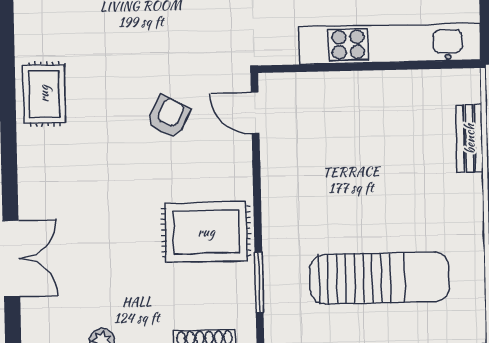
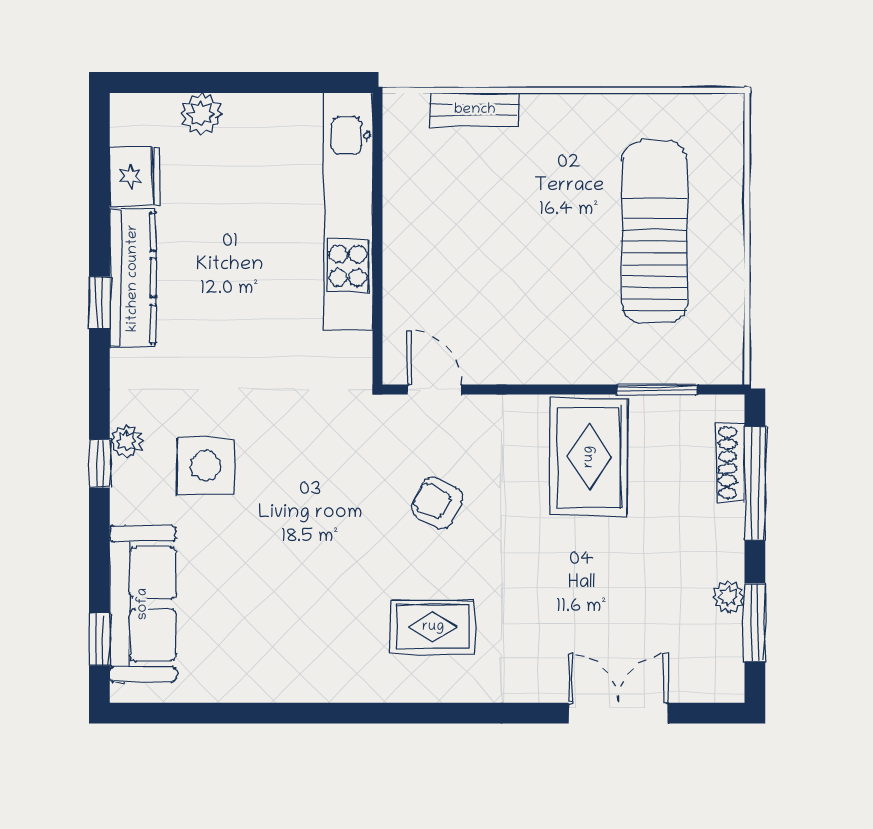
rug: (44, 94) -> (433, 627), moved
door: (255, 113) -> (435, 390), swing flipped

